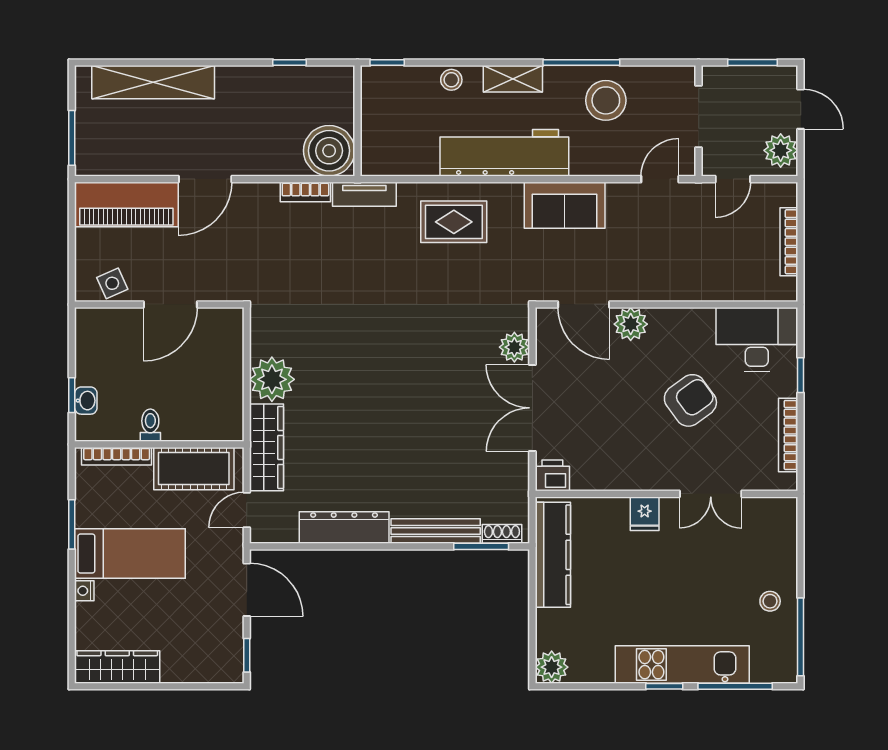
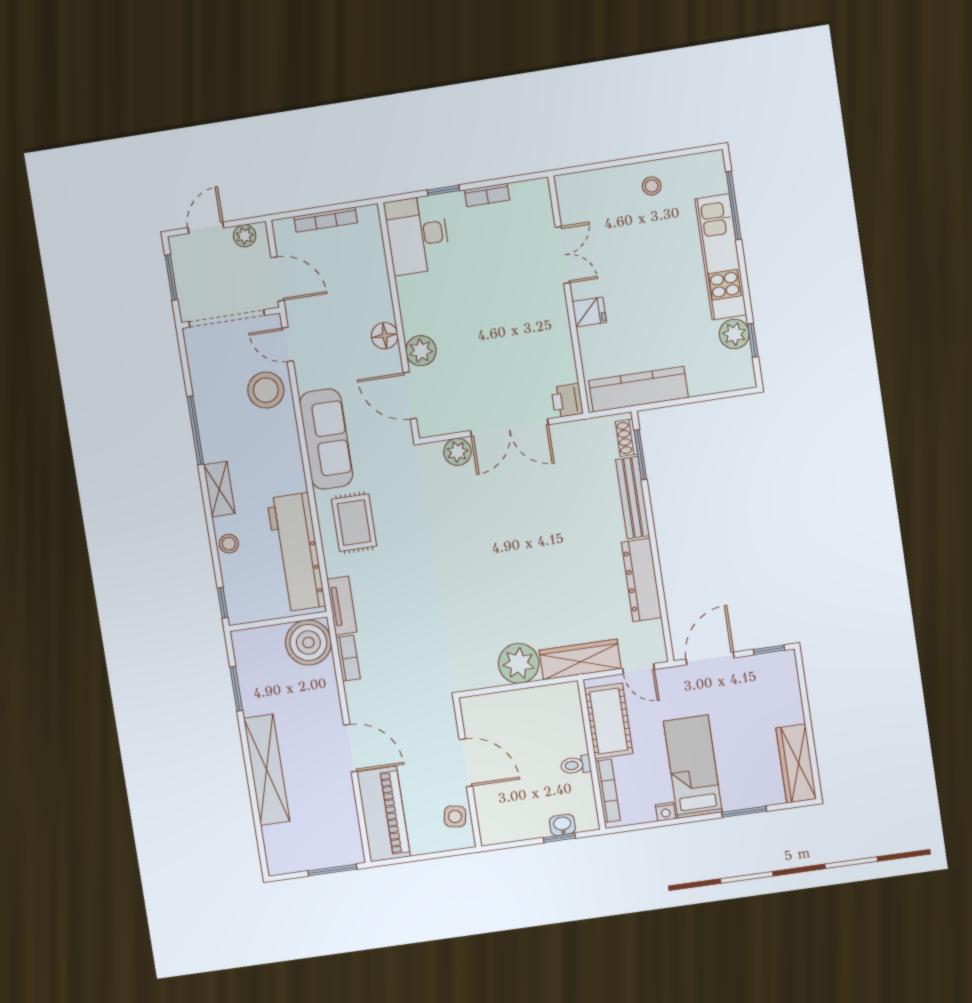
window: (290, 63) -> (236, 689), width x1.50
shelving: (153, 82) -> (267, 770), moved
stool: (606, 100) -> (266, 390), moved
doorway: (699, 116) -> (227, 318), width x1.36
plant: (781, 150) -> (245, 236), width x0.73, depth x0.73
workbench: (504, 153) -> (296, 552), moved
door: (733, 179) -> (278, 279), width x1.38
sofa: (565, 205) -> (326, 439), width x1.36
side table: (112, 283) -> (455, 816), turned 34
floor lamp: (653, 287) -> (385, 336), added
door: (584, 304) -> (410, 396), swing flipped
armchair: (690, 400) -> (481, 286), removed
bookcase: (788, 435) -> (487, 195), width x0.64
window: (72, 524) -> (744, 812), moved
nightstand: (84, 591) -> (666, 812), moved
window: (801, 637) -> (680, 153), removed
plant: (552, 667) -> (734, 334), moved
window: (664, 686) -> (753, 340), moved

